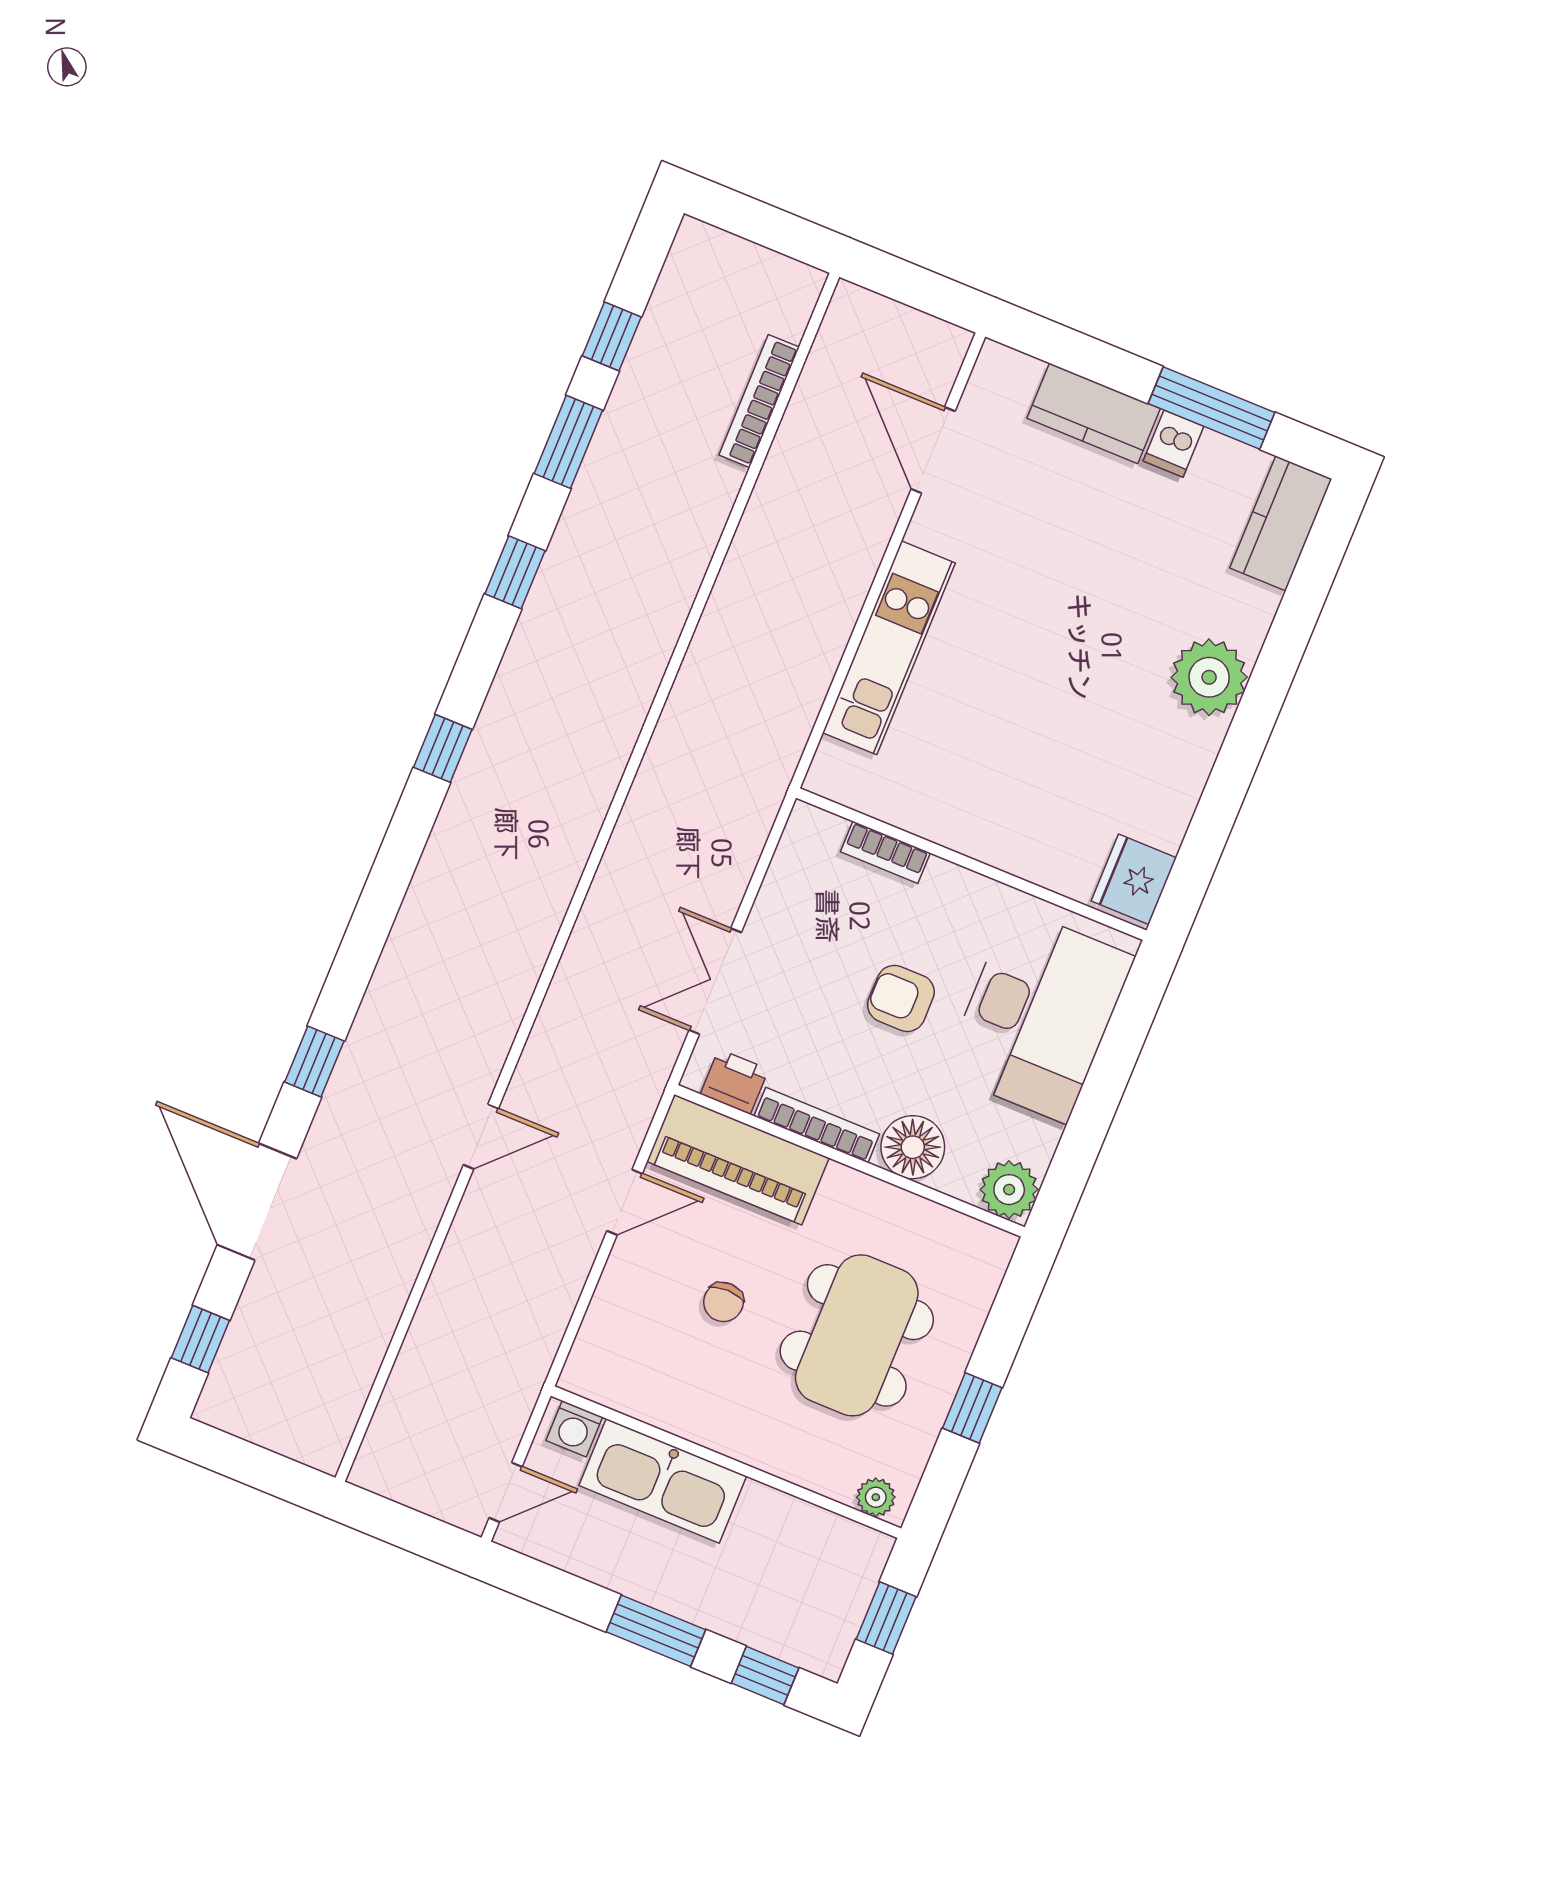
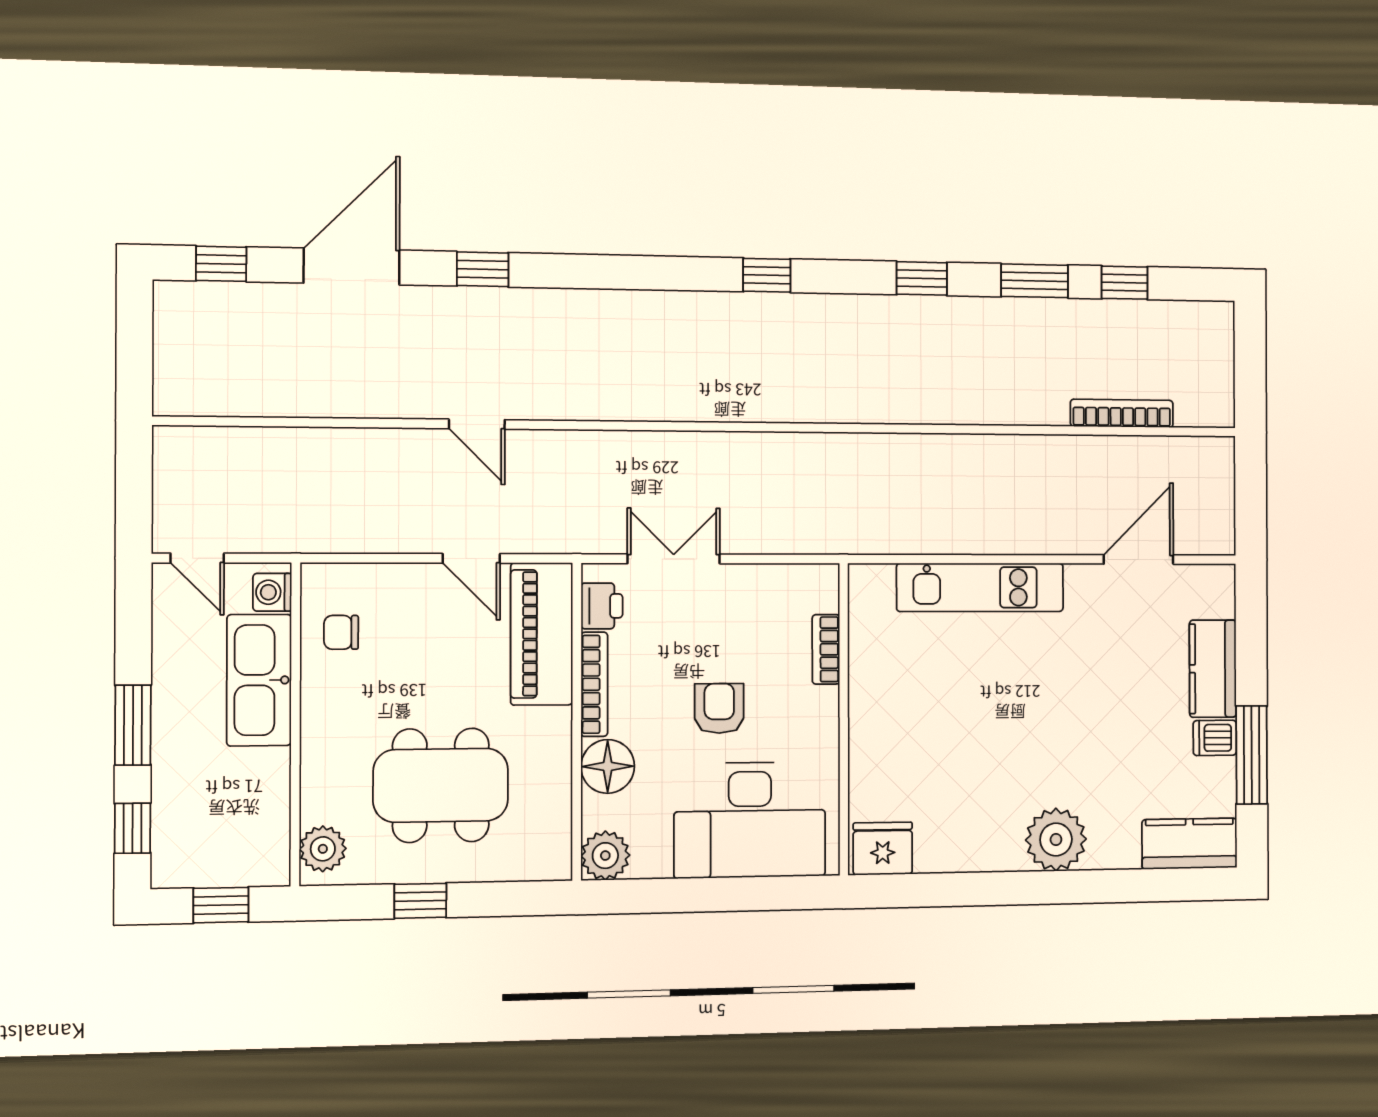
chair: (723, 1302) -> (341, 632), moved
plant: (876, 1497) -> (323, 849), width x1.38, depth x1.38

